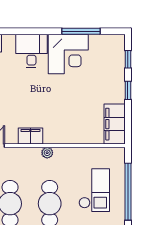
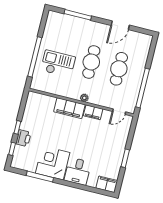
printer: (116, 78) -> (23, 138), added
filing cabinet: (115, 124) -> (69, 108), moved, turned 90
checkout: (94, 190) -> (58, 64), turned 90

